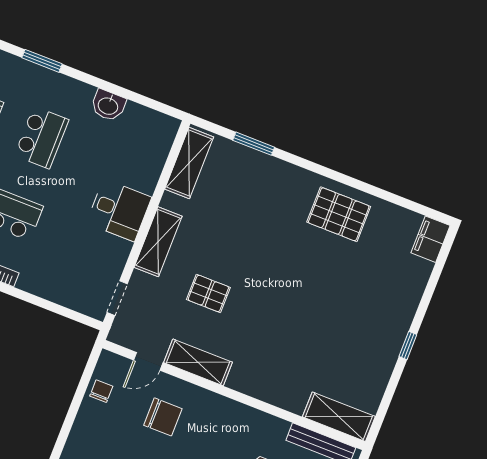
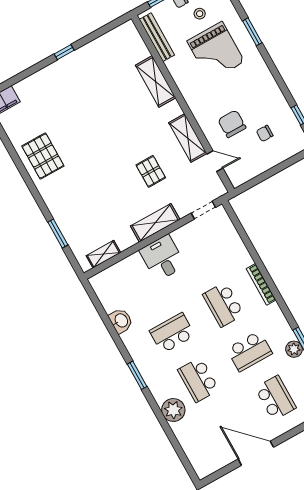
shelving: (189, 163) -> (103, 254), width x0.67, depth x0.75
chair: (101, 391) -> (265, 133), moved
shelving: (339, 417) -> (156, 81), moved

